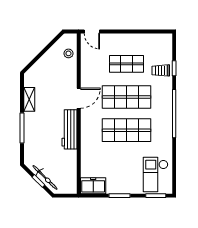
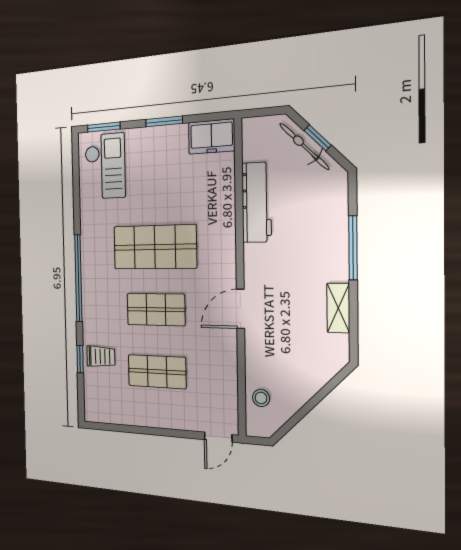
door: (92, 31) -> (218, 437), swing flipped
shop shelf: (126, 97) -> (156, 310), width x0.70, depth x0.74
workbench: (69, 129) -> (257, 202), moved

